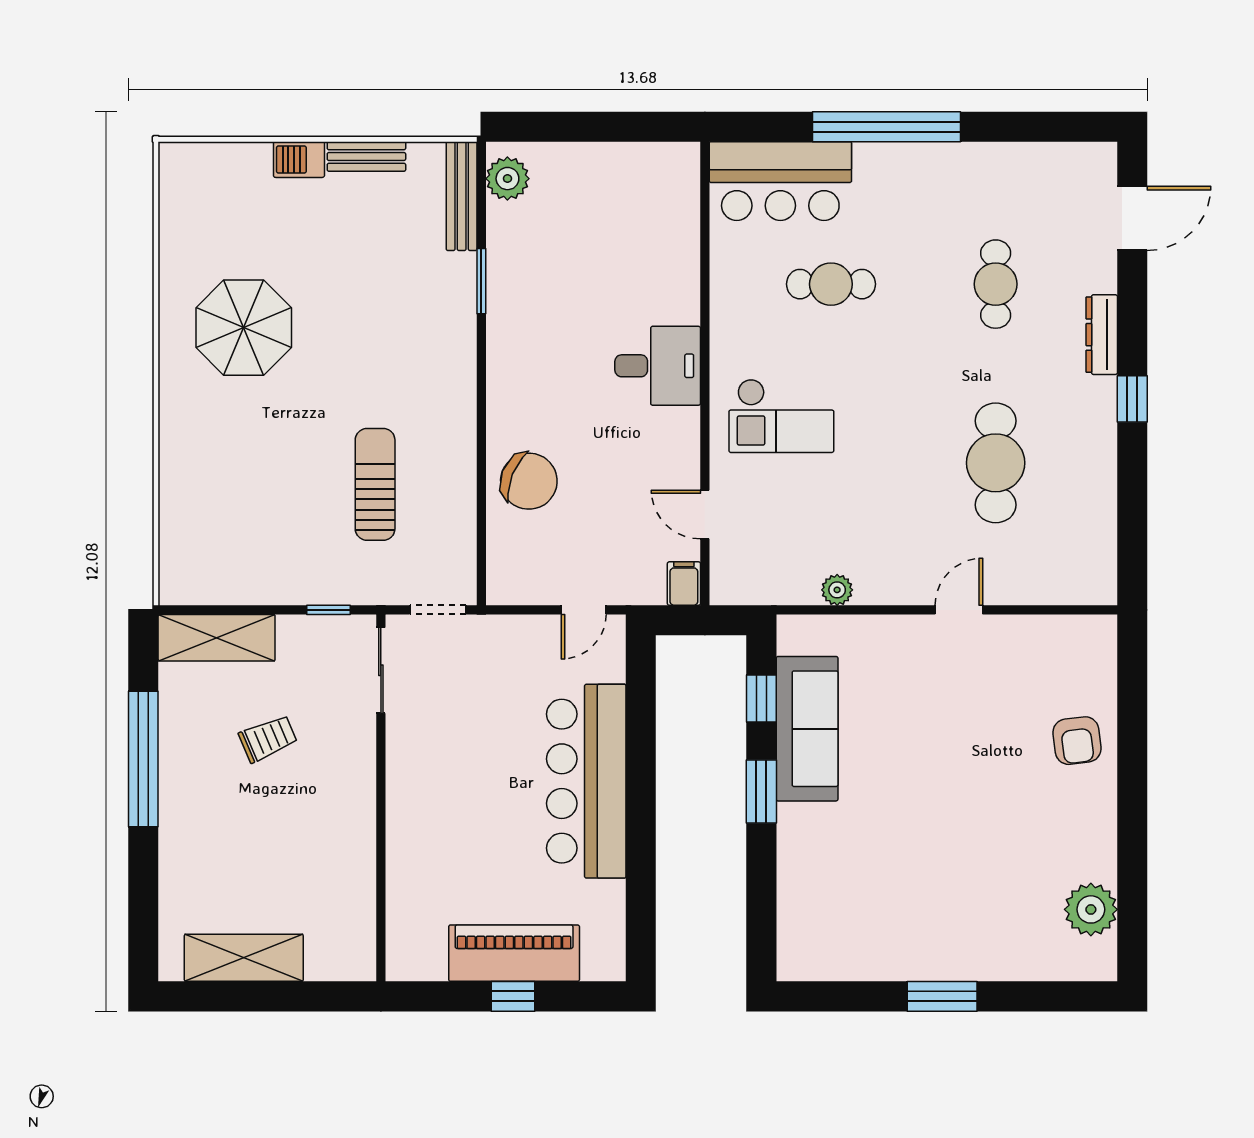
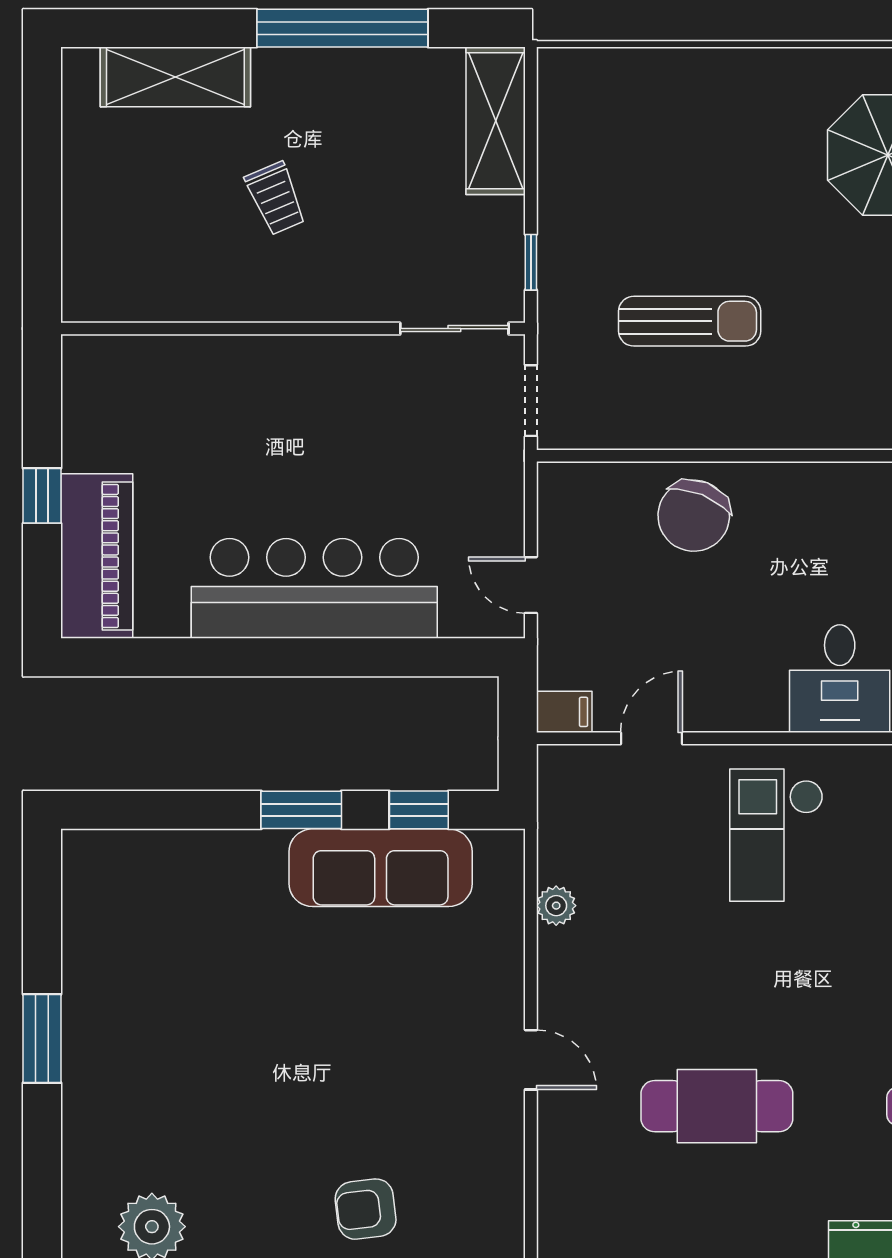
trolley: (268, 739) -> (276, 198), moved
piano: (514, 953) -> (97, 556), moved
shelving: (244, 958) -> (175, 77), moved, turned 90

